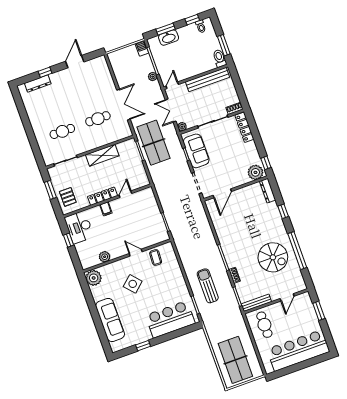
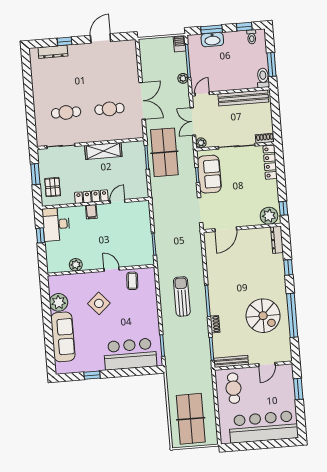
plant: (94, 278) -> (59, 302), moved
sun lounger: (208, 286) -> (182, 296), moved

